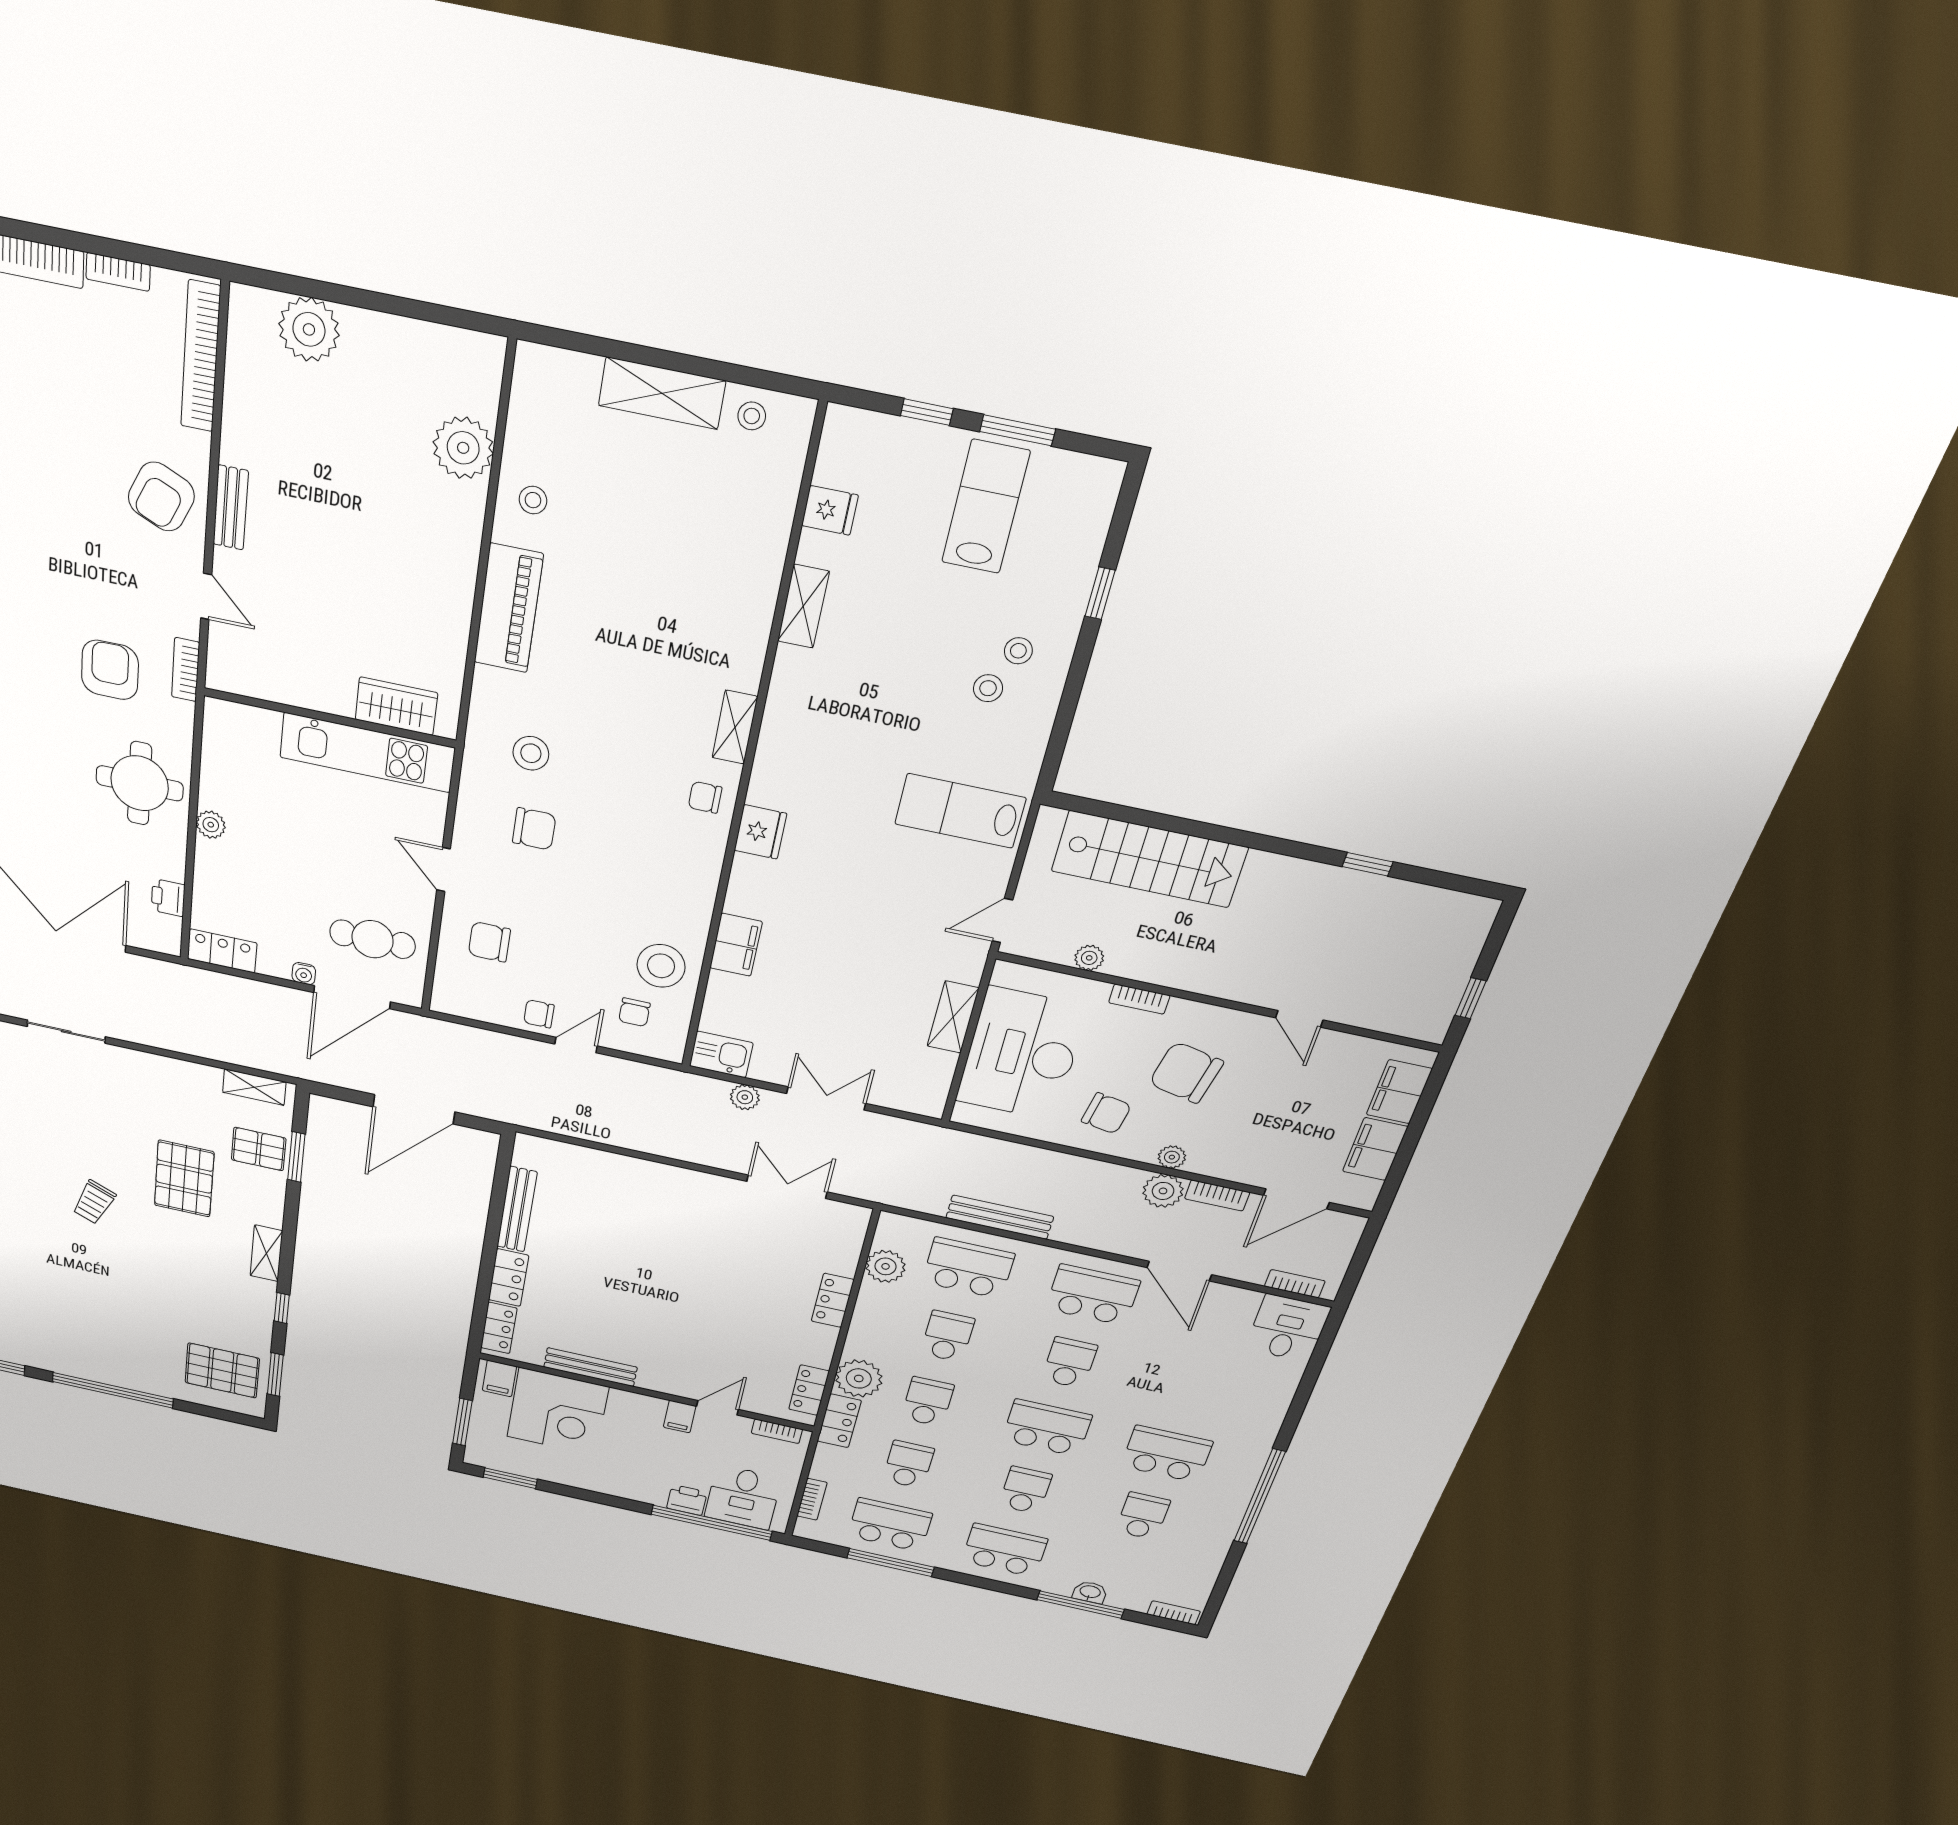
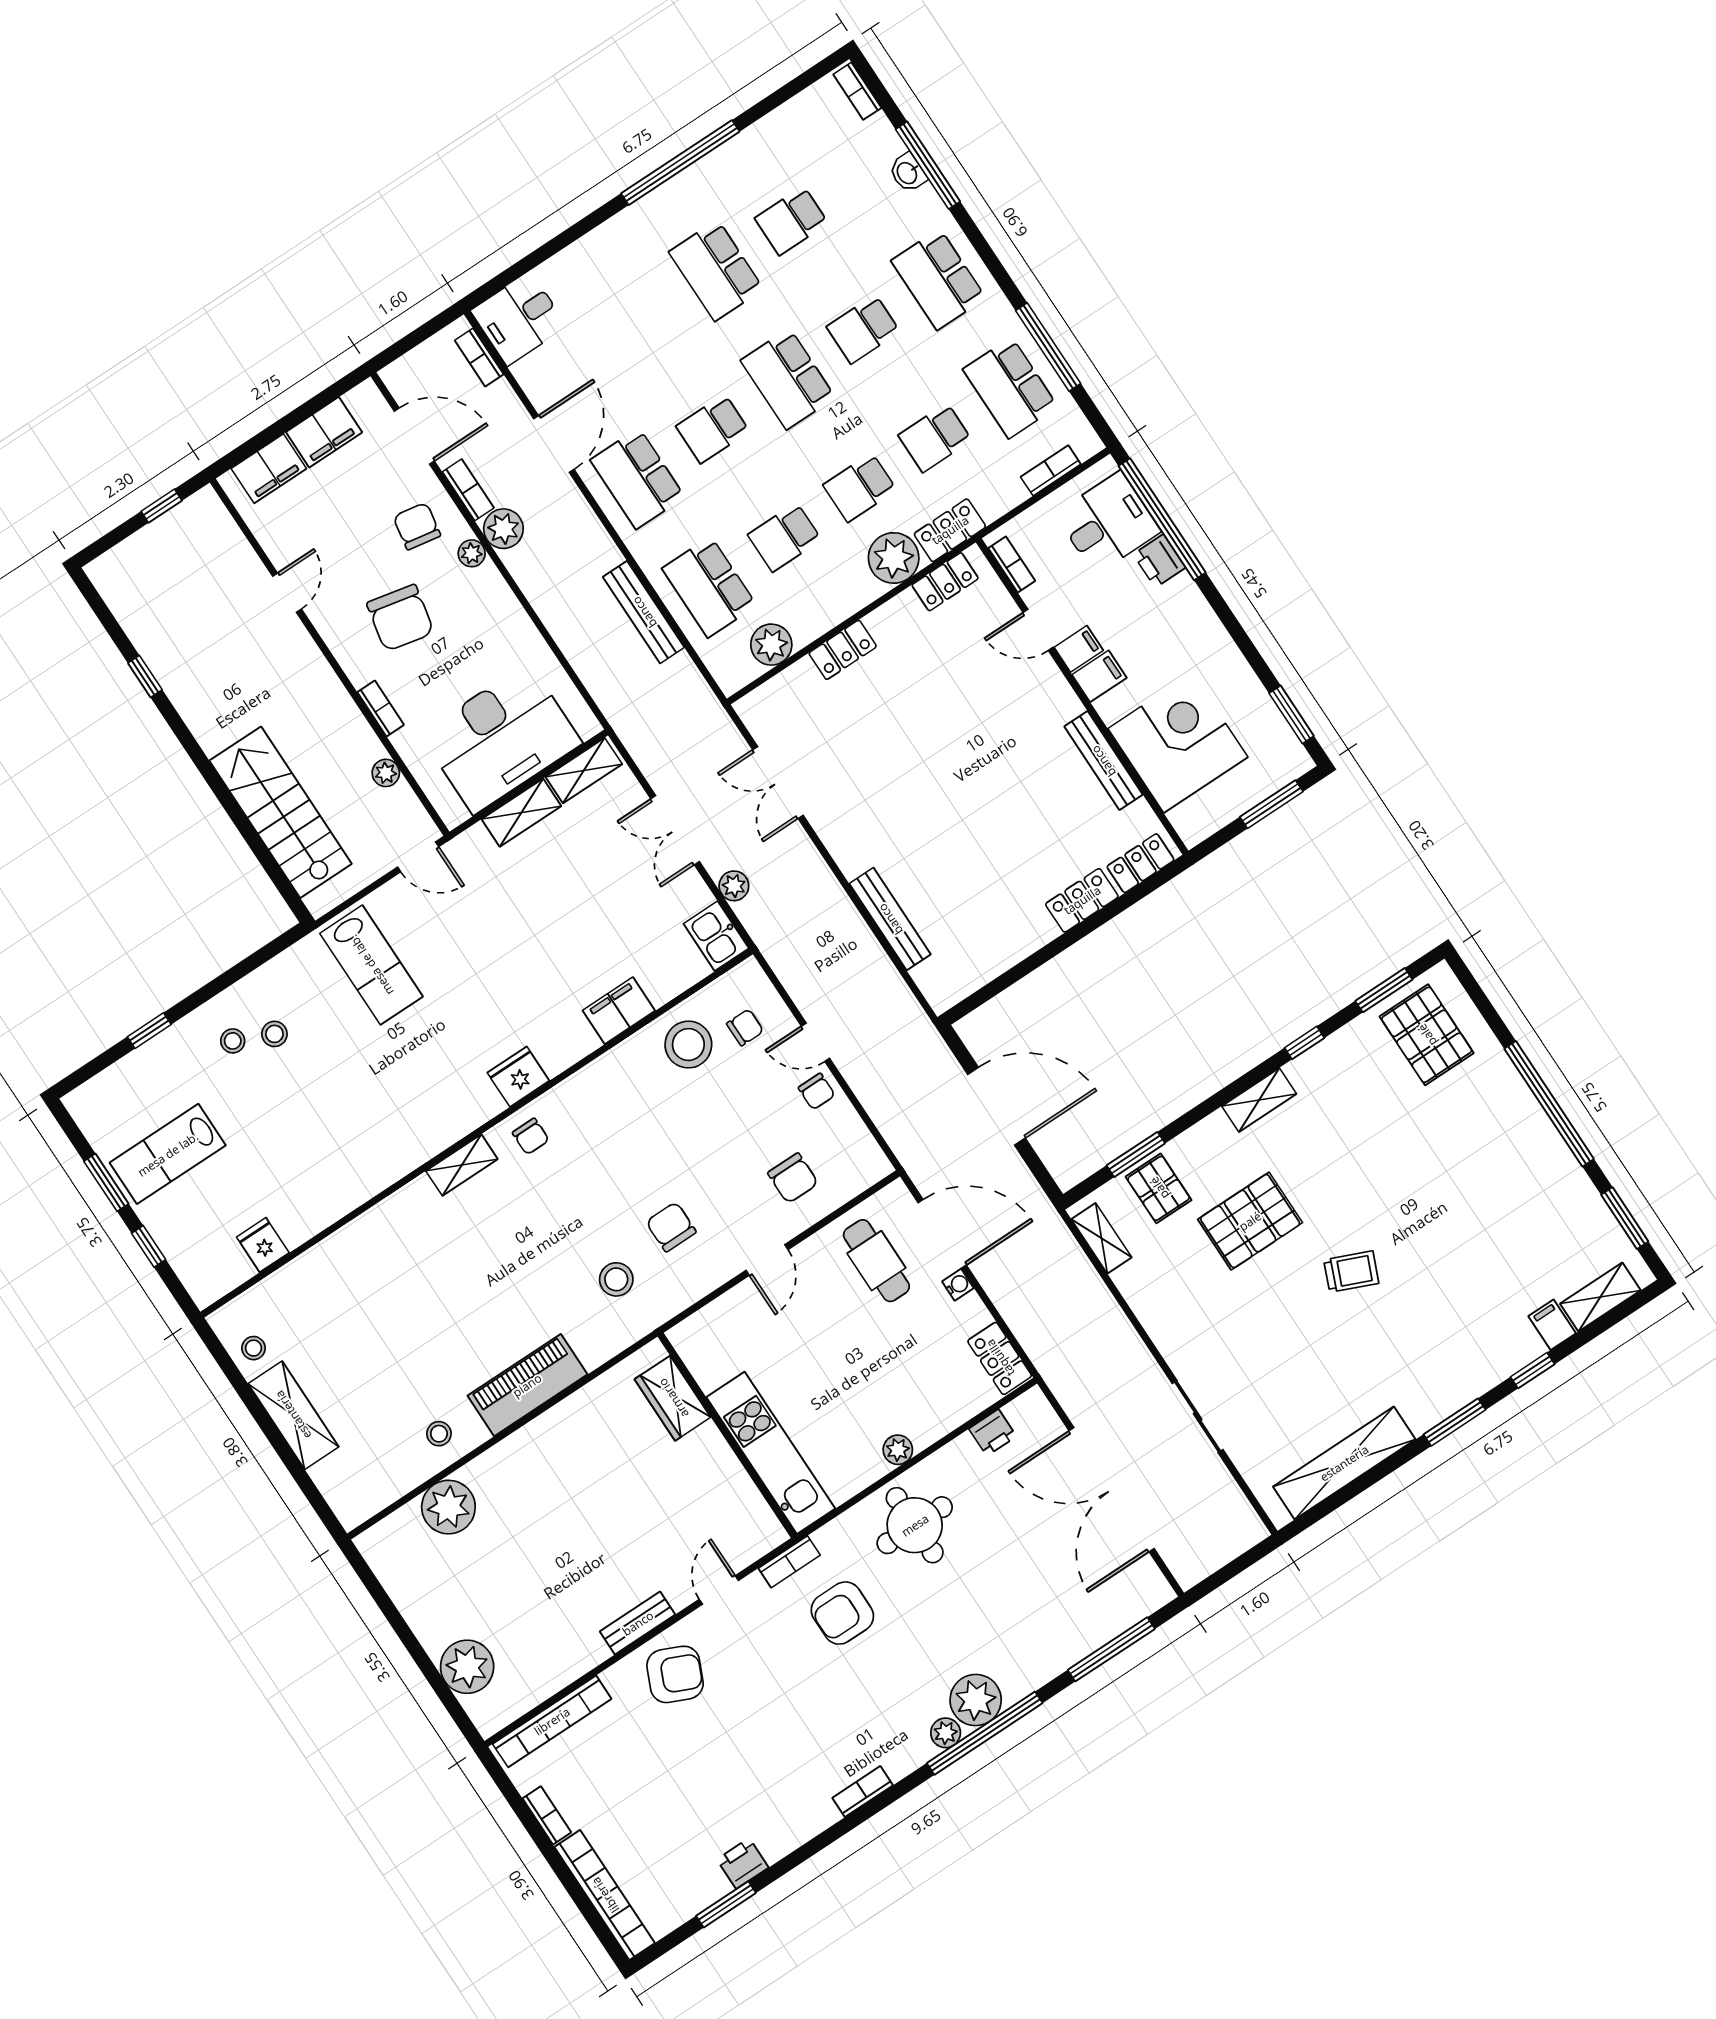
shelving: (803, 606) -> (584, 771), moved
kitchen unit: (367, 753) -> (771, 1453), moved
chair: (1106, 1113) -> (417, 526), moved
bench: (517, 1209) -> (890, 919), moved, turned 90
filing cabinet: (499, 1378) -> (1099, 676), moved

